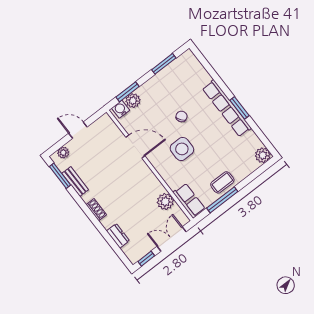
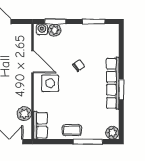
side table: (182, 149) -> (50, 83), moved
window: (222, 200) -> (88, 142), moved

